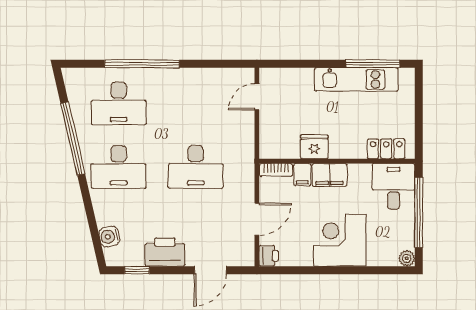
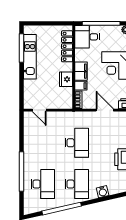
locker: (386, 149) -> (67, 46), width x1.53
water cooler: (109, 236) -> (103, 192), moved

